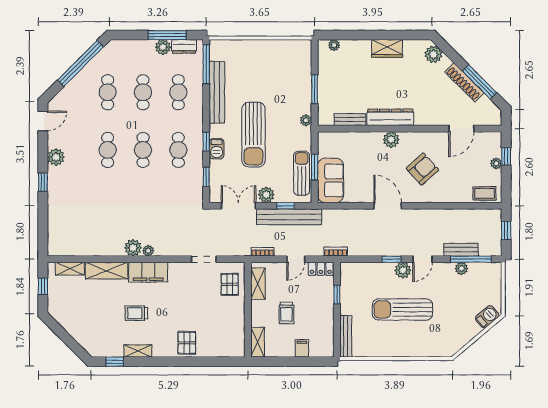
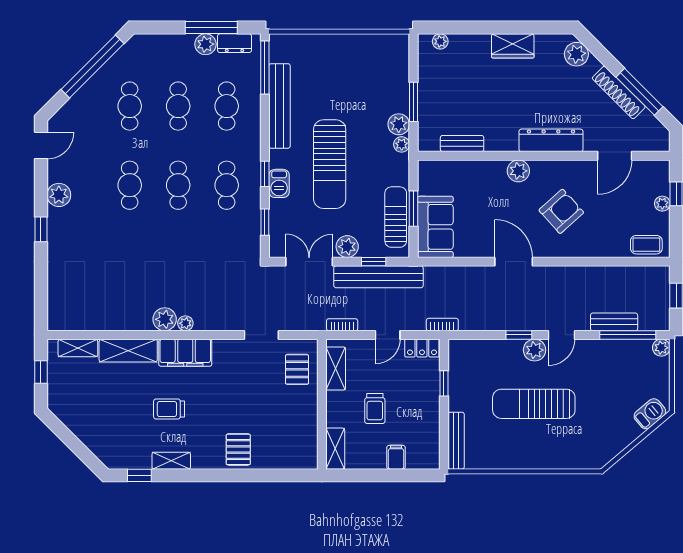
plant: (304, 106) -> (399, 124), added
dresser: (390, 117) -> (551, 140), moved
plant: (461, 268) -> (661, 348), moved

